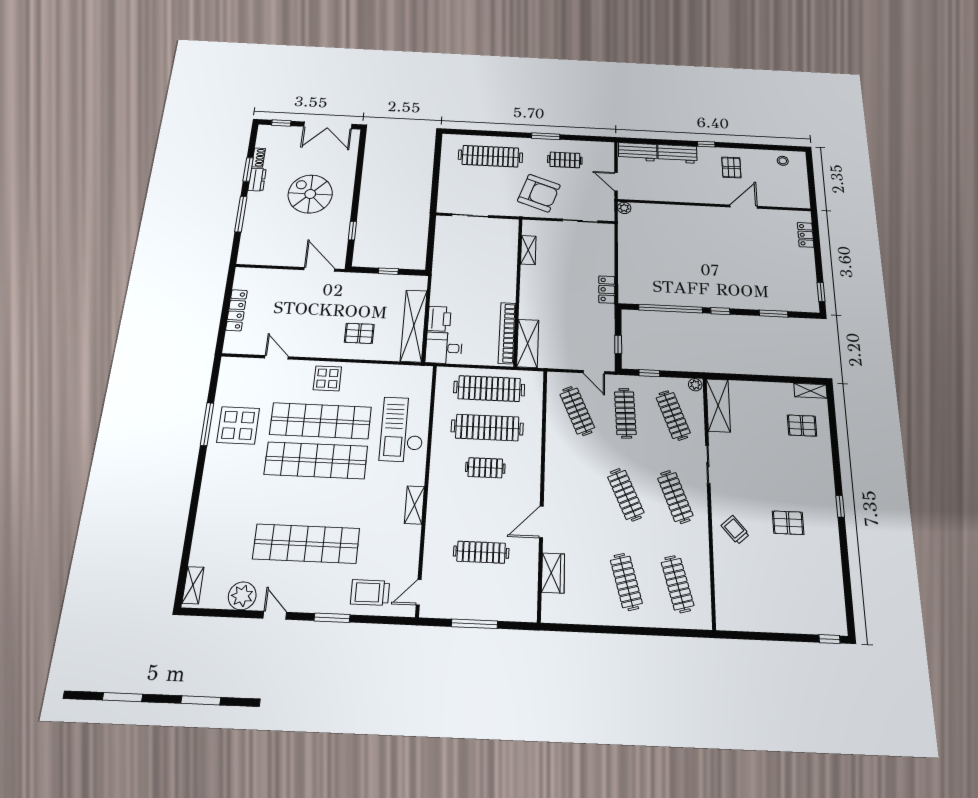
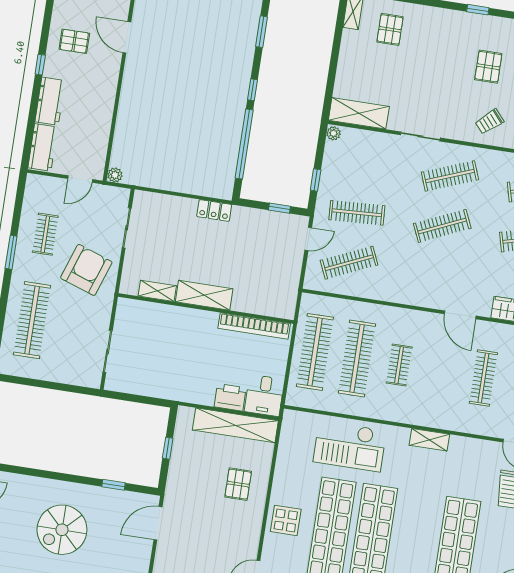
shelving: (528, 343) -> (204, 295), moved
clothes rail: (673, 415) -> (365, 163), removed

